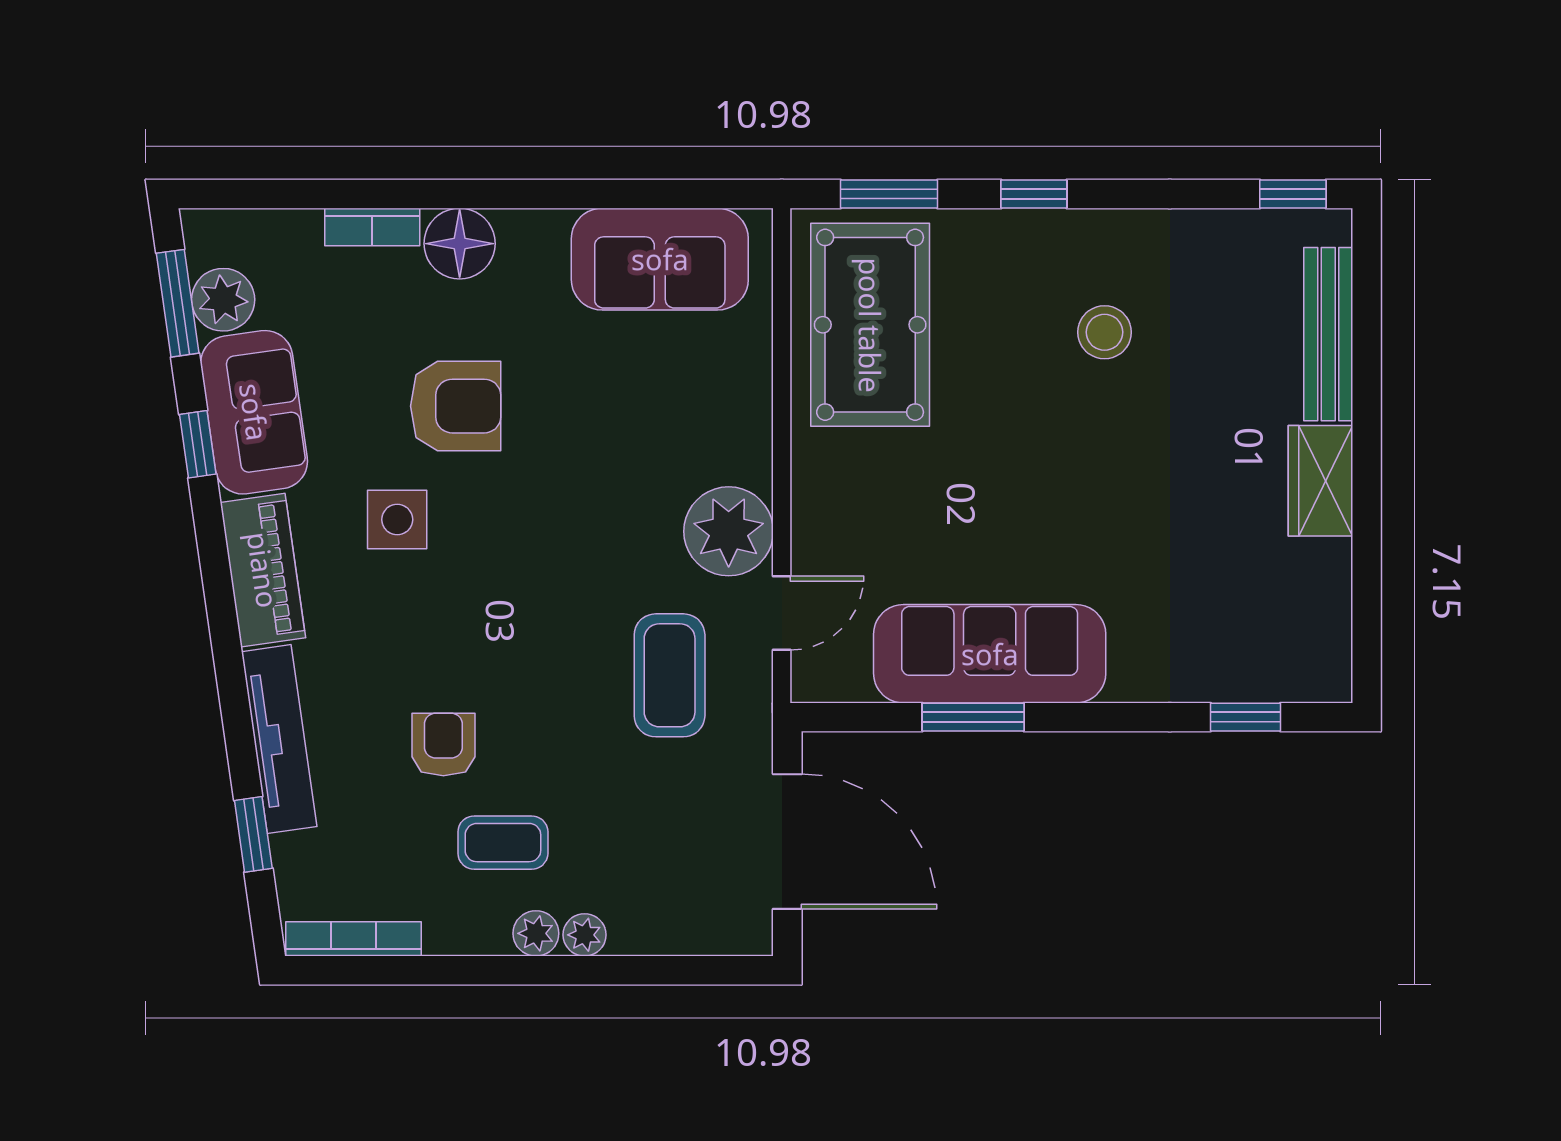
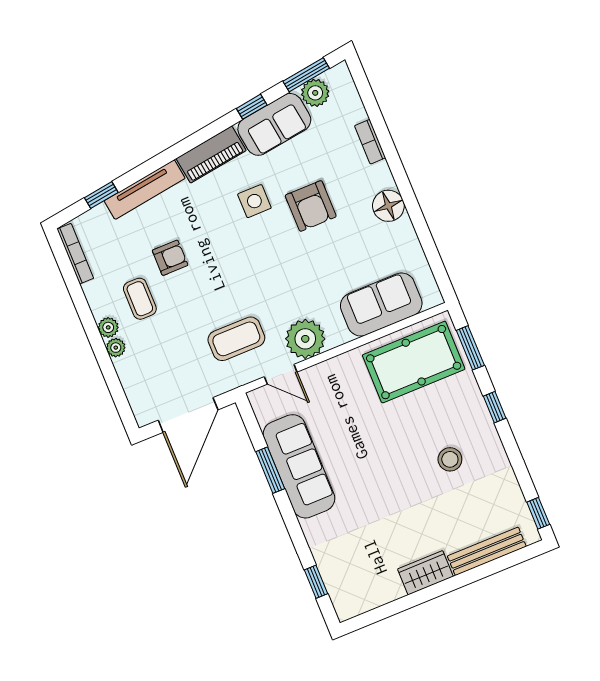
floor lamp: (460, 244) -> (388, 206), moved
sofa: (660, 259) -> (381, 305), moved, turned 90

